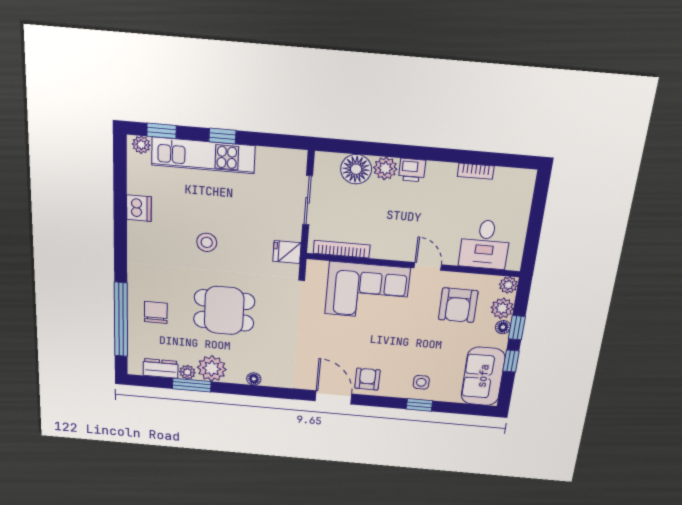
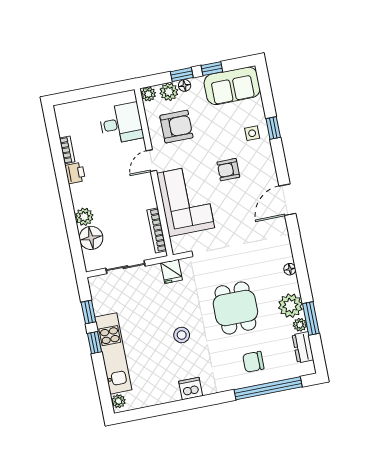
window: (162, 131) -> (88, 312), moved
printer: (412, 170) -> (75, 173), moved
dishwasher: (139, 208) -> (191, 389), moved
armchair: (367, 379) -> (228, 170), moved

